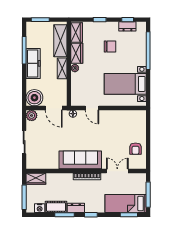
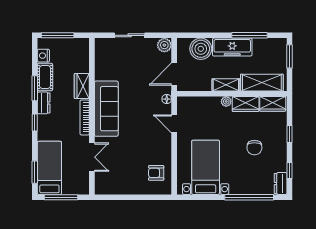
dresser: (127, 26) -> (281, 183), moved
boiler: (34, 98) -> (201, 49), moved
door: (92, 108) -> (174, 124), hinge flipped
armchair: (136, 149) -> (156, 173), moved
wardrobe: (36, 179) -> (82, 86), moved

